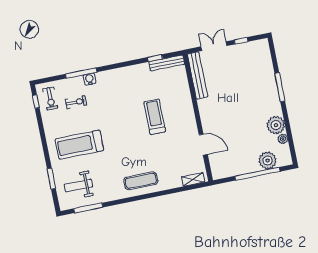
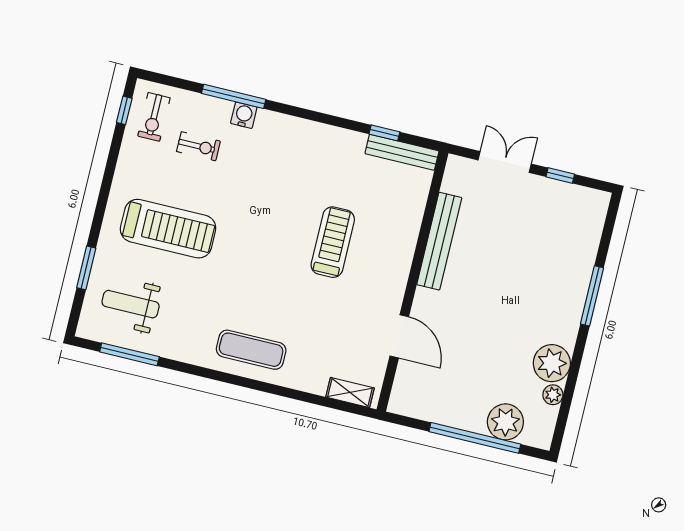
bench: (198, 75) -> (439, 241), moved
treadmill: (79, 145) -> (168, 229), turned 180

